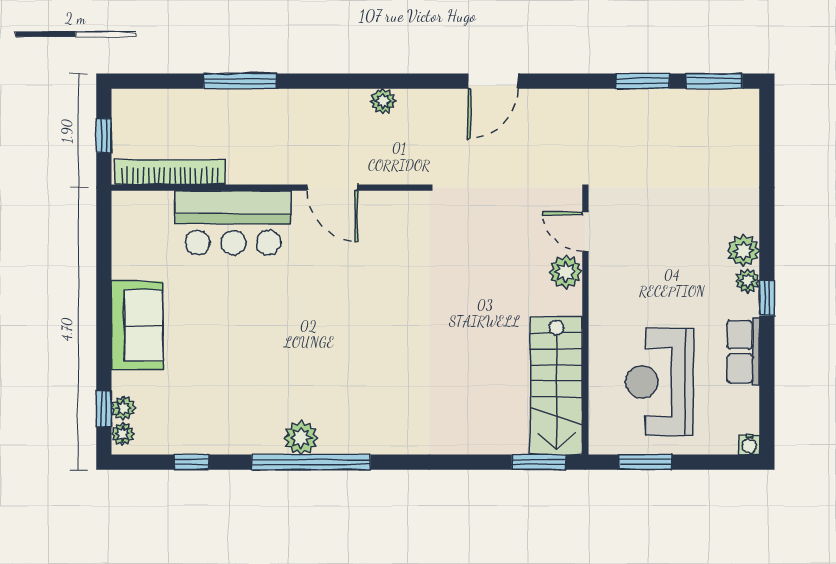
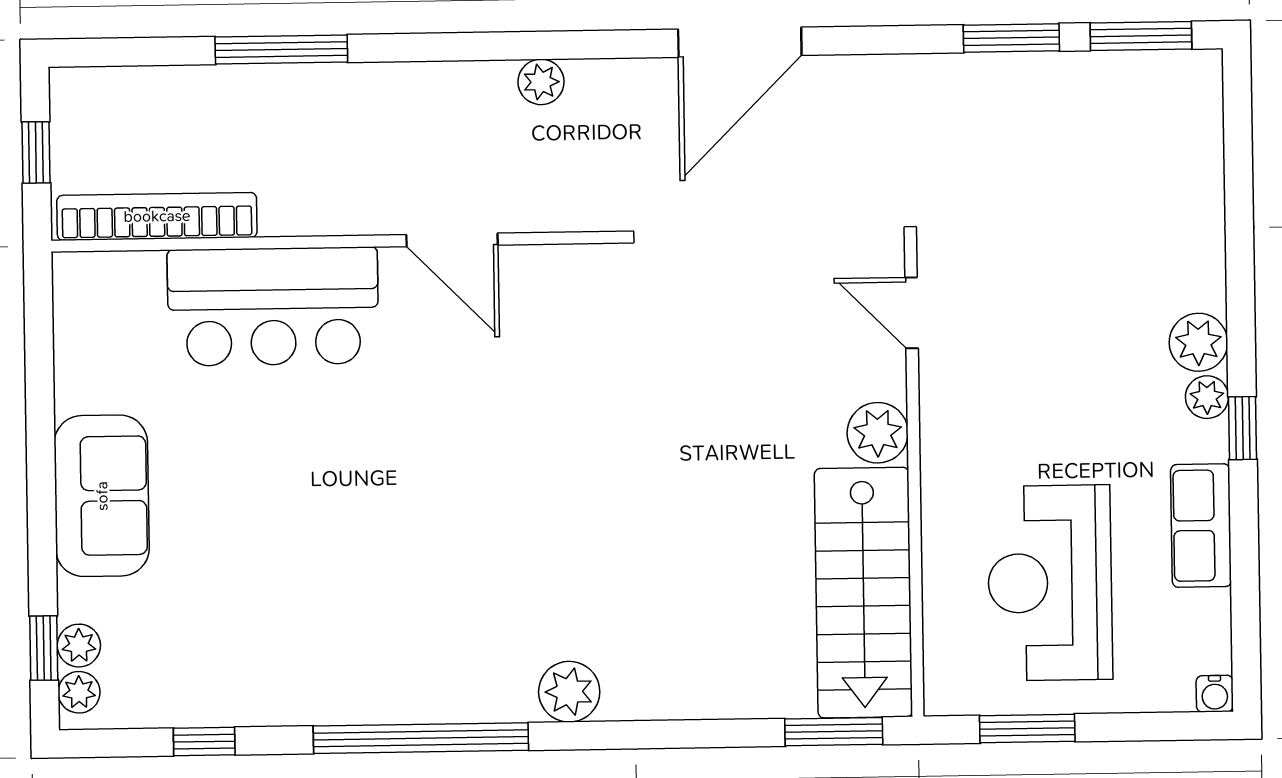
door: (493, 81) -> (740, 42), width x1.36
plant: (566, 272) -> (878, 433), moved
plant: (301, 438) -> (569, 692), moved

